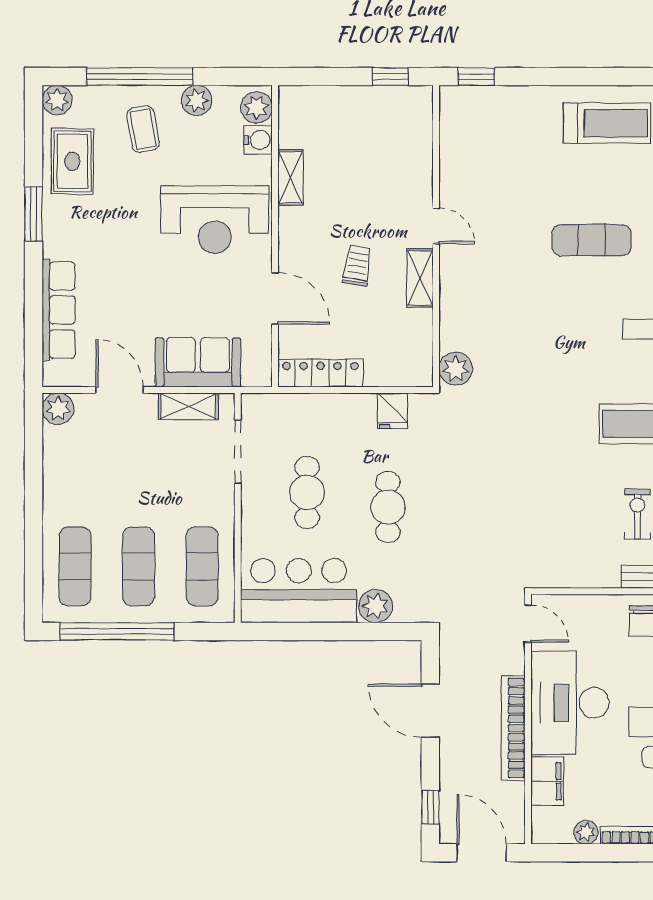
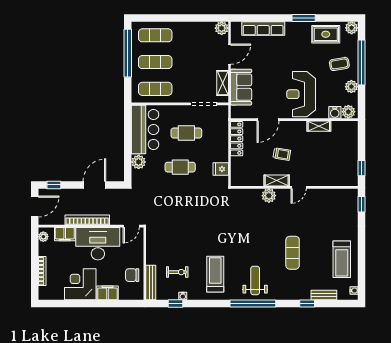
plant: (456, 369) -> (269, 196), moved
plant: (586, 832) -> (43, 237), moved

